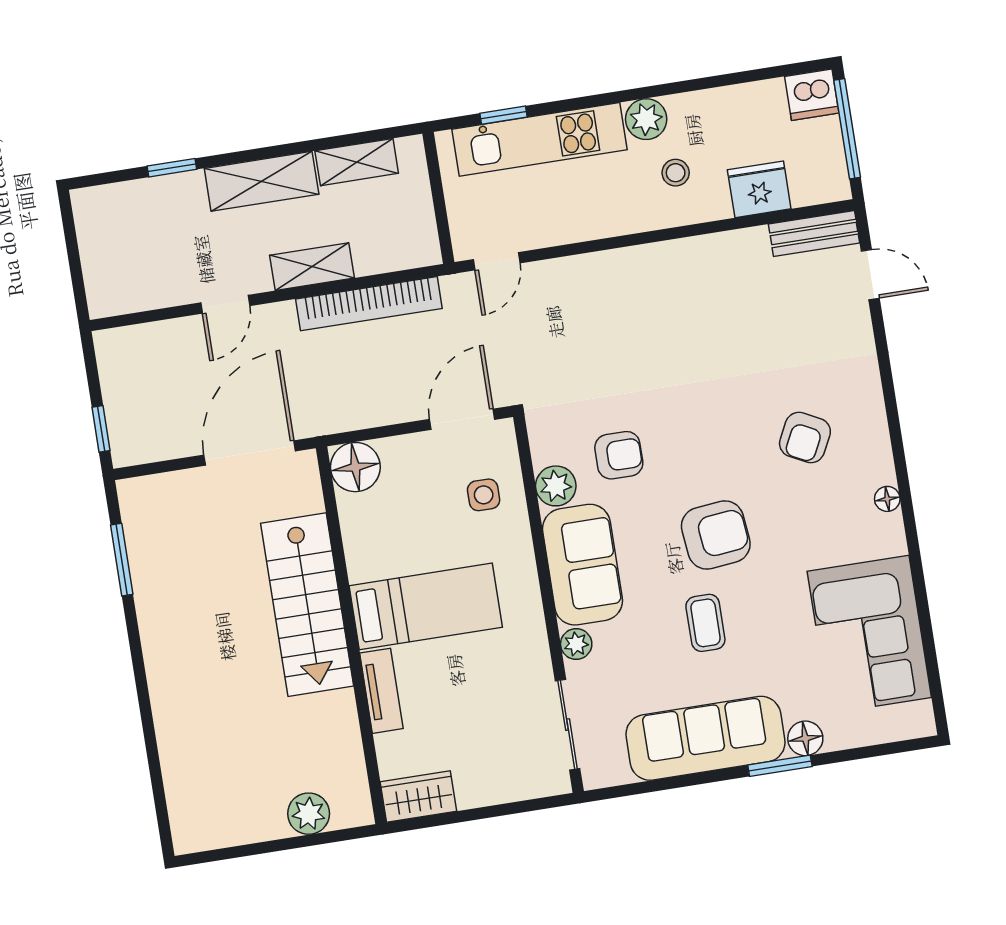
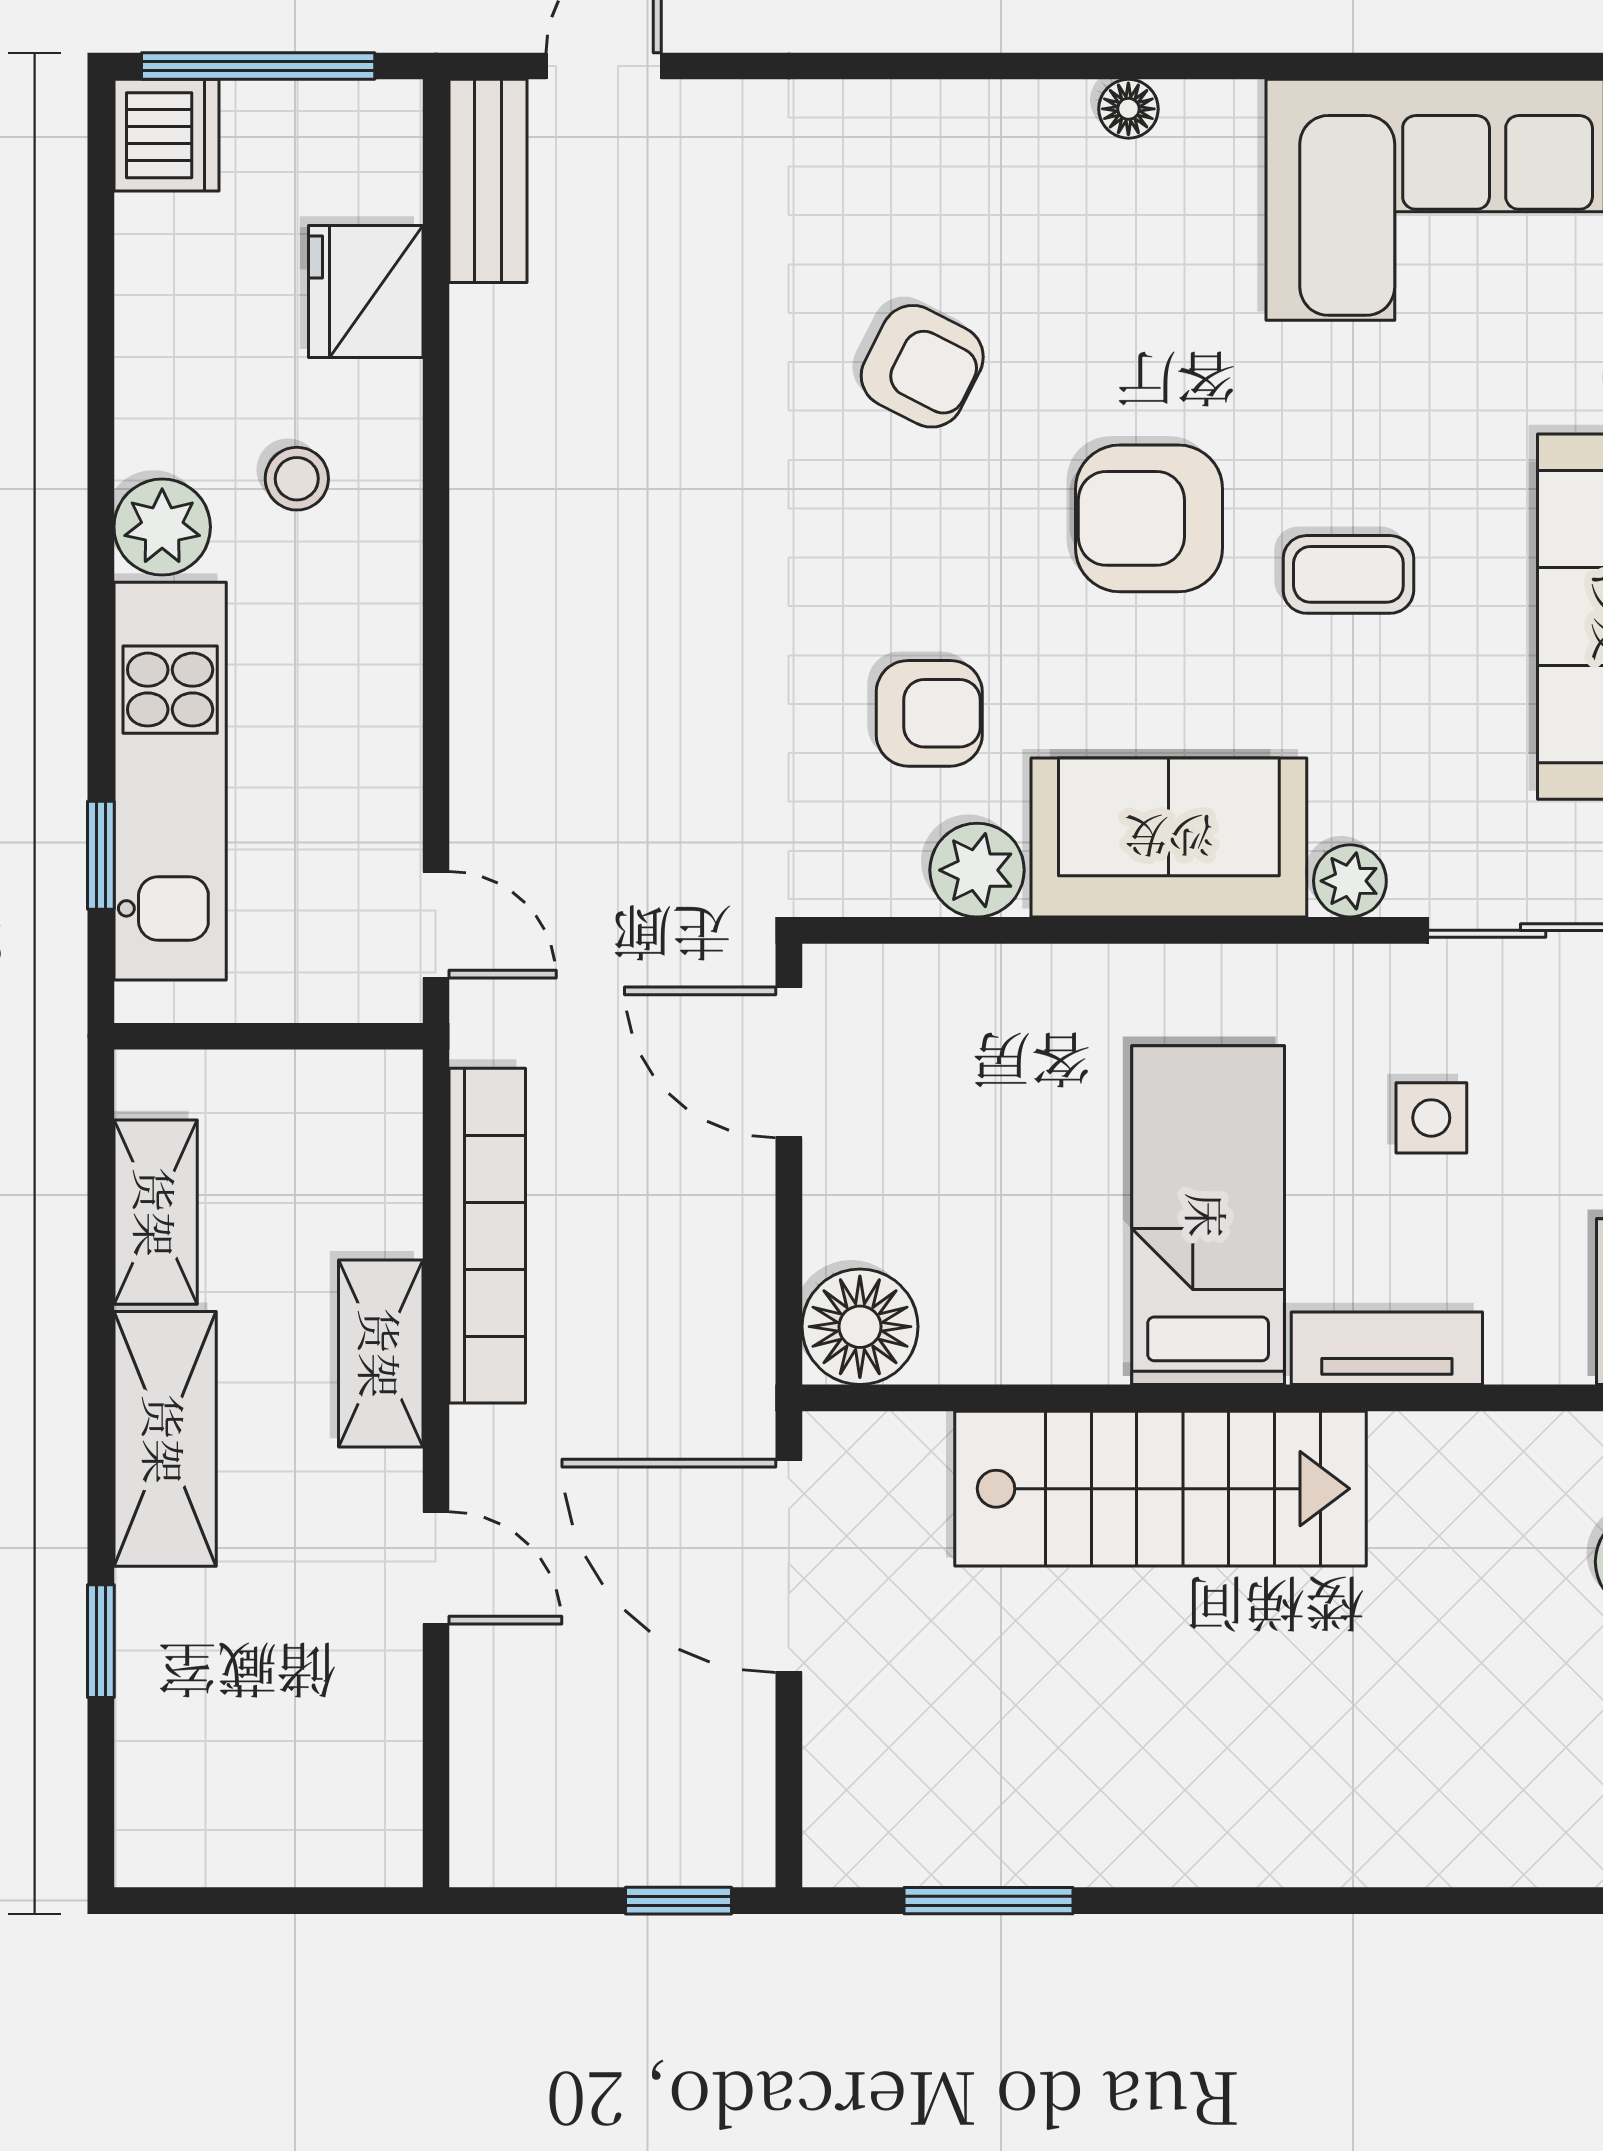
armchair: (805, 438) -> (922, 366), moved
armchair: (619, 455) -> (929, 713), turned 90
side table: (484, 495) -> (1431, 1118), moved
armchair: (716, 535) -> (1149, 518), turned -84

